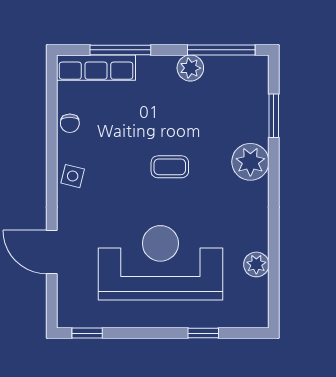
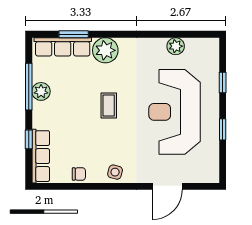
window: (120, 50) -> (29, 139), width x0.46
window: (221, 50) -> (29, 87), moved
row of seats: (255, 100) -> (63, 47), added
window: (87, 333) -> (223, 129), moved

